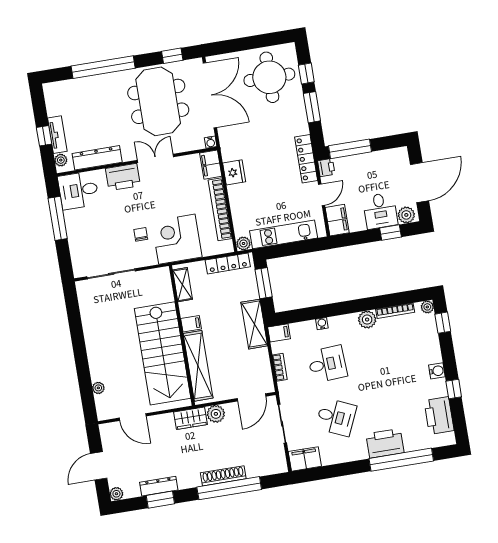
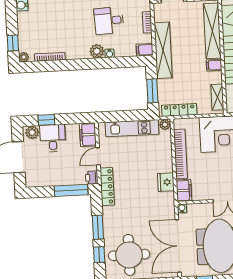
plant: (367, 320) -> (97, 51), moved
shelving: (254, 324) -> (163, 50), width x1.47

